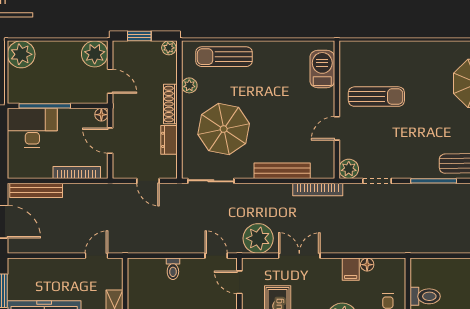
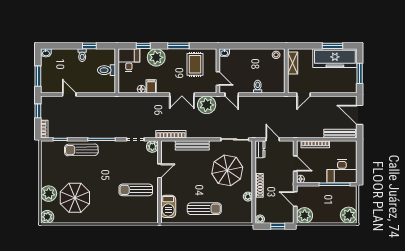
sun lounger: (224, 57) -> (204, 209), moved
dresser: (169, 140) -> (260, 149), moved

